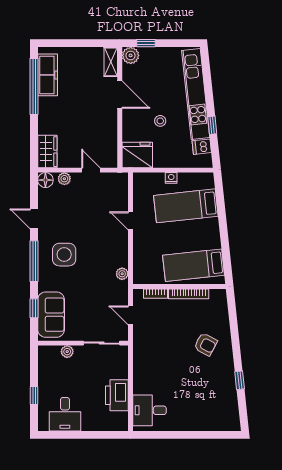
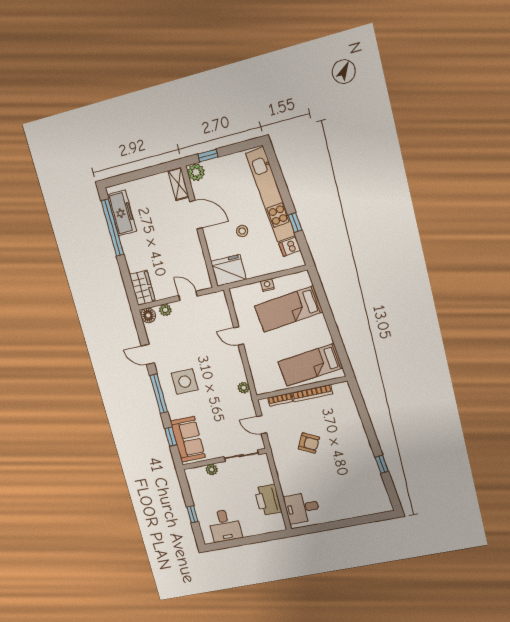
armchair: (206, 344) -> (309, 443), moved

